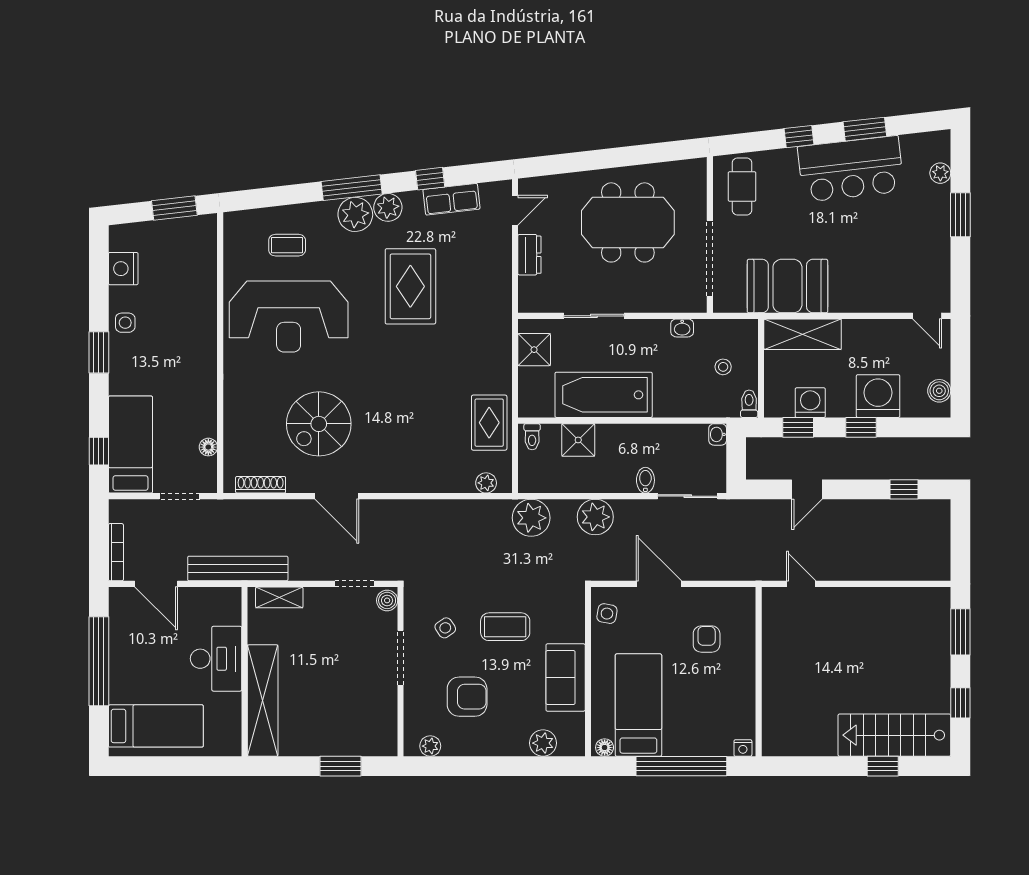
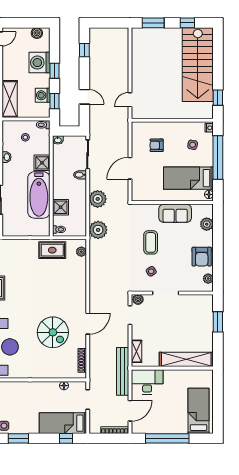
shower: (534, 350) -> (42, 163), moved
side table: (607, 614) -> (193, 145), moved
desk: (216, 659) -> (147, 382), moved
armchair: (467, 697) -> (202, 257), moved, turned 180
stairs: (894, 735) -> (198, 65), width x1.36, depth x1.51
window: (883, 766) -> (218, 98), moved

